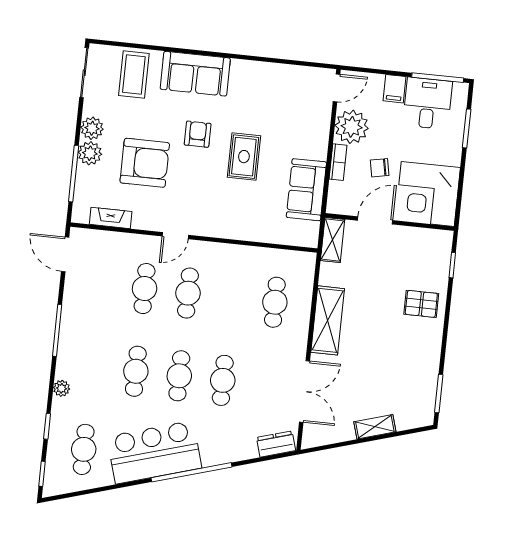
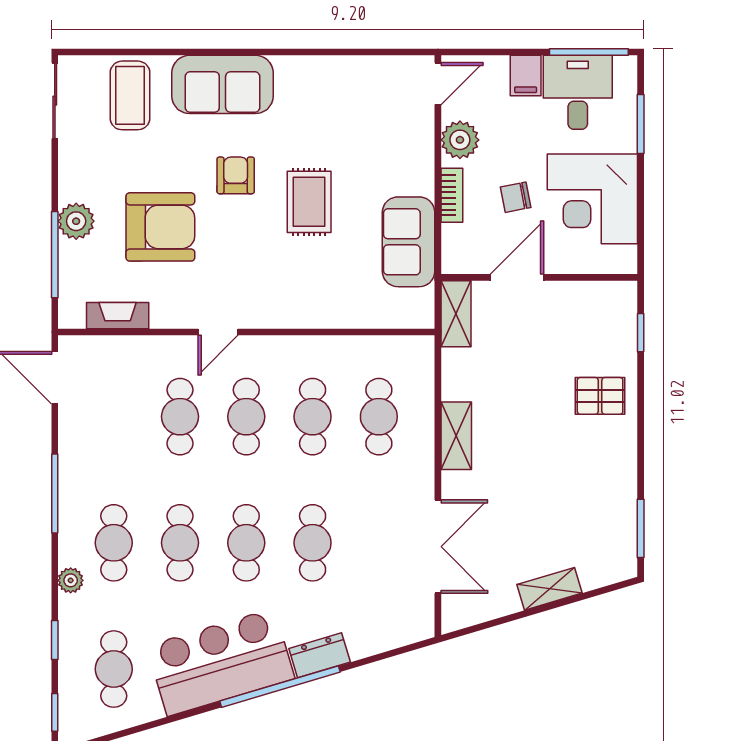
plant: (352, 127) -> (460, 140), width x0.73, depth x0.73
plant: (92, 128) -> (75, 183), removed
corner desk: (428, 194) -> (592, 199), moved
cafe table: (231, 298) -> (313, 417), added
shelving: (328, 320) -> (456, 436), width x0.67, depth x0.75
cafe table: (92, 367) -> (114, 543), added
dresser: (276, 444) -> (320, 655), moved

